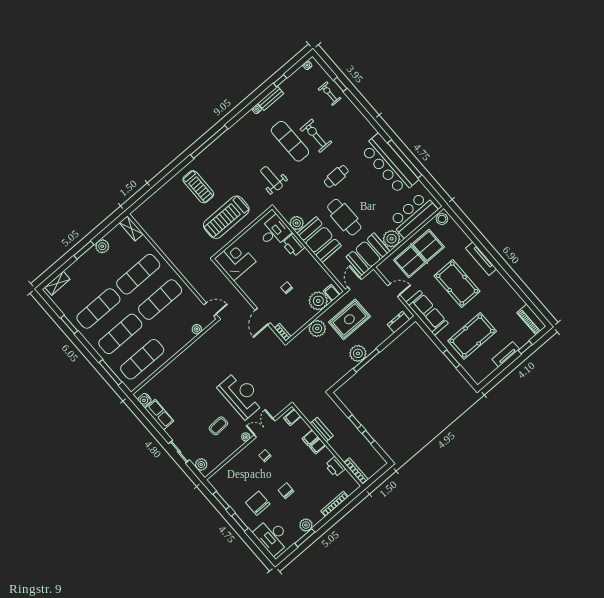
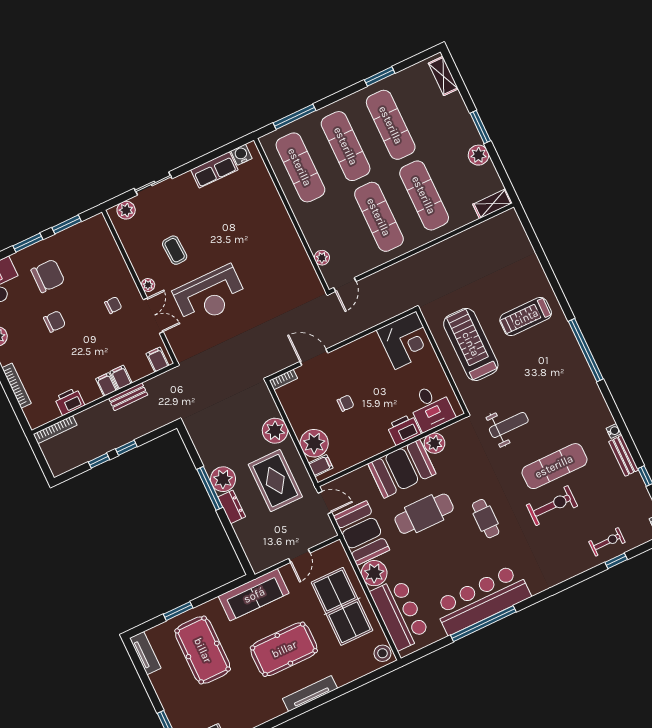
dresser: (398, 322) -> (232, 507), moved
tv unit: (506, 354) -> (145, 653), moved

